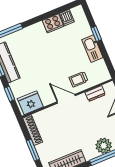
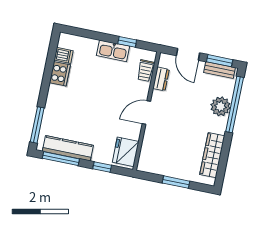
window: (96, 34) -> (127, 42), moved
trolley: (78, 79) -> (145, 71), moved
shoe rack: (33, 130) -> (155, 168), removed

